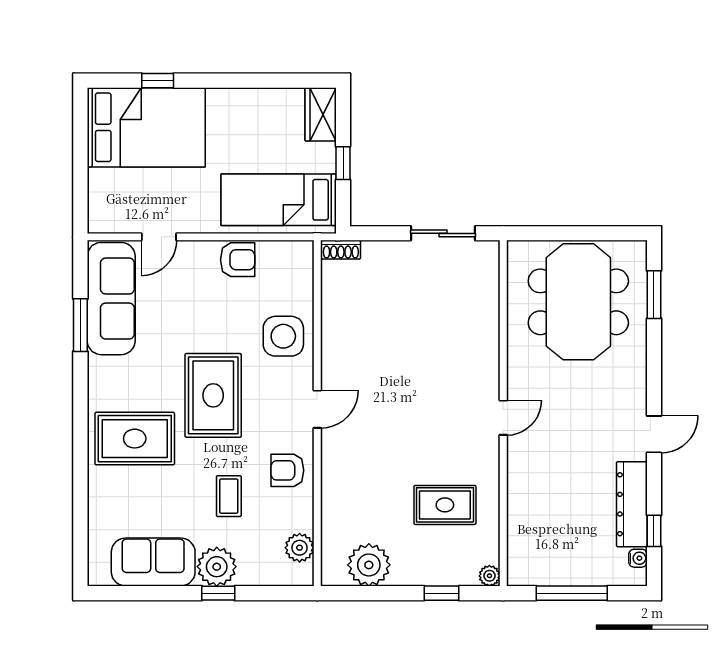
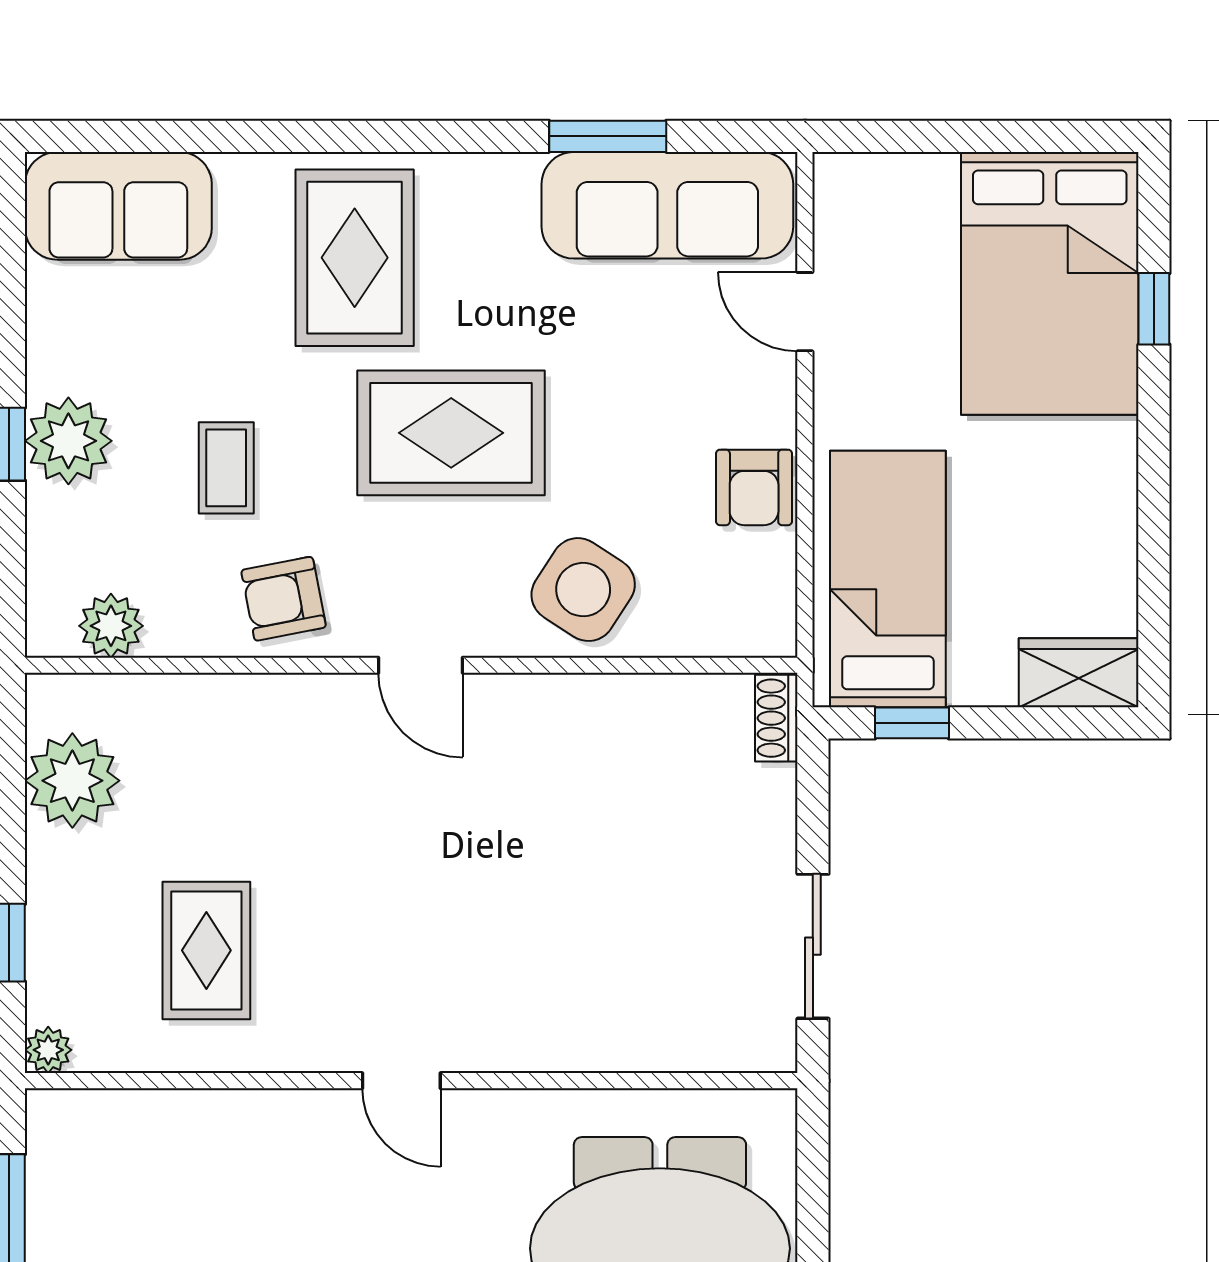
window: (343, 163) -> (912, 723), moved
side table: (283, 336) -> (583, 590), turned 33
armchair: (287, 470) -> (284, 599), turned -101
coffee table: (229, 496) -> (226, 468), turned 90
sofa: (153, 562) -> (118, 206), moved, turned 90

